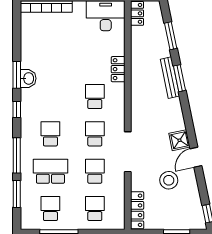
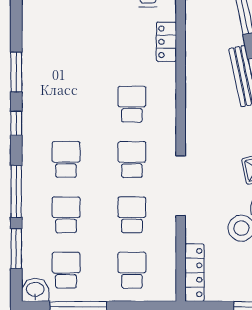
locker: (118, 69) -> (166, 42), moved
washbasin: (28, 78) -> (35, 290), moved, turned -90
school desk: (50, 171) -> (66, 215), width x0.54

